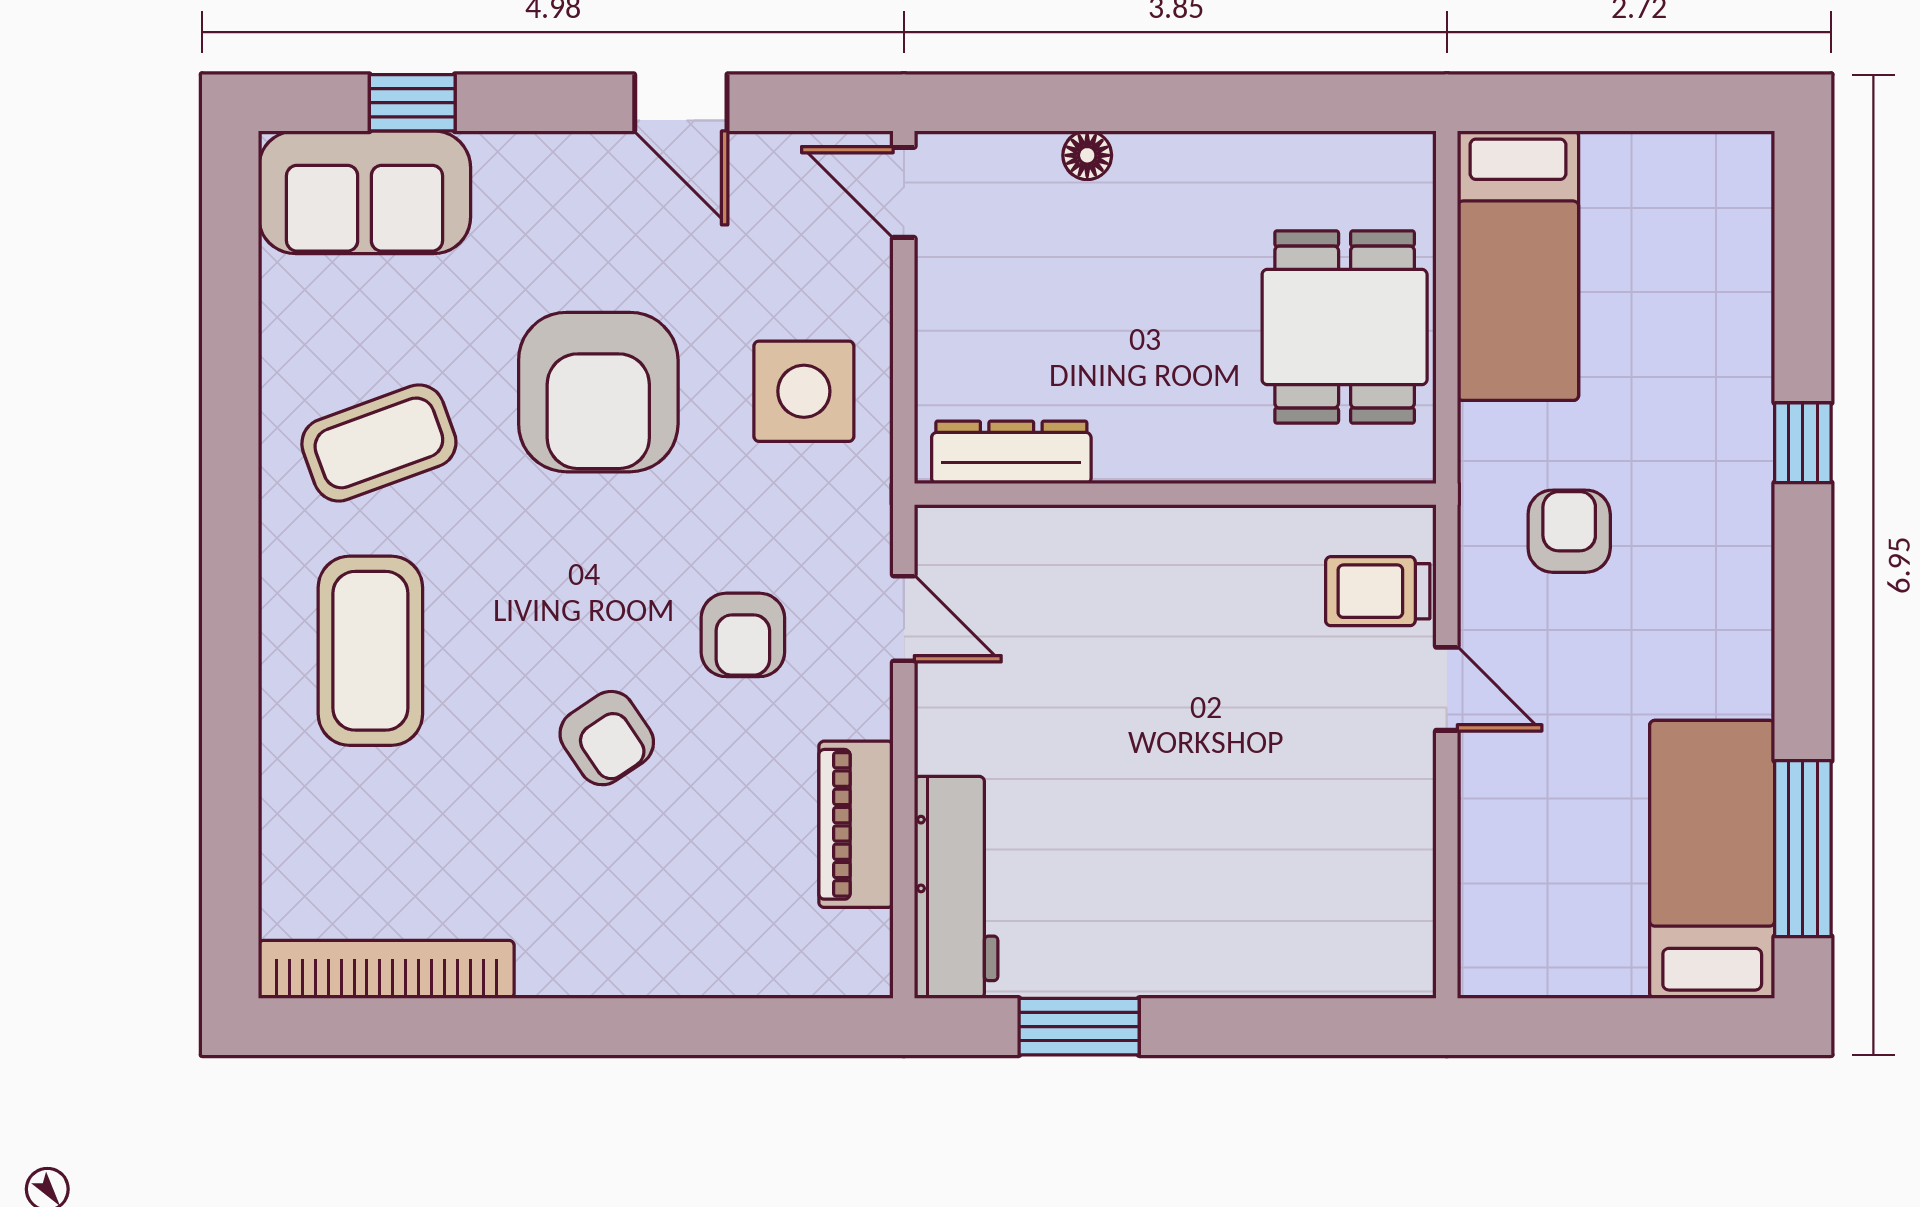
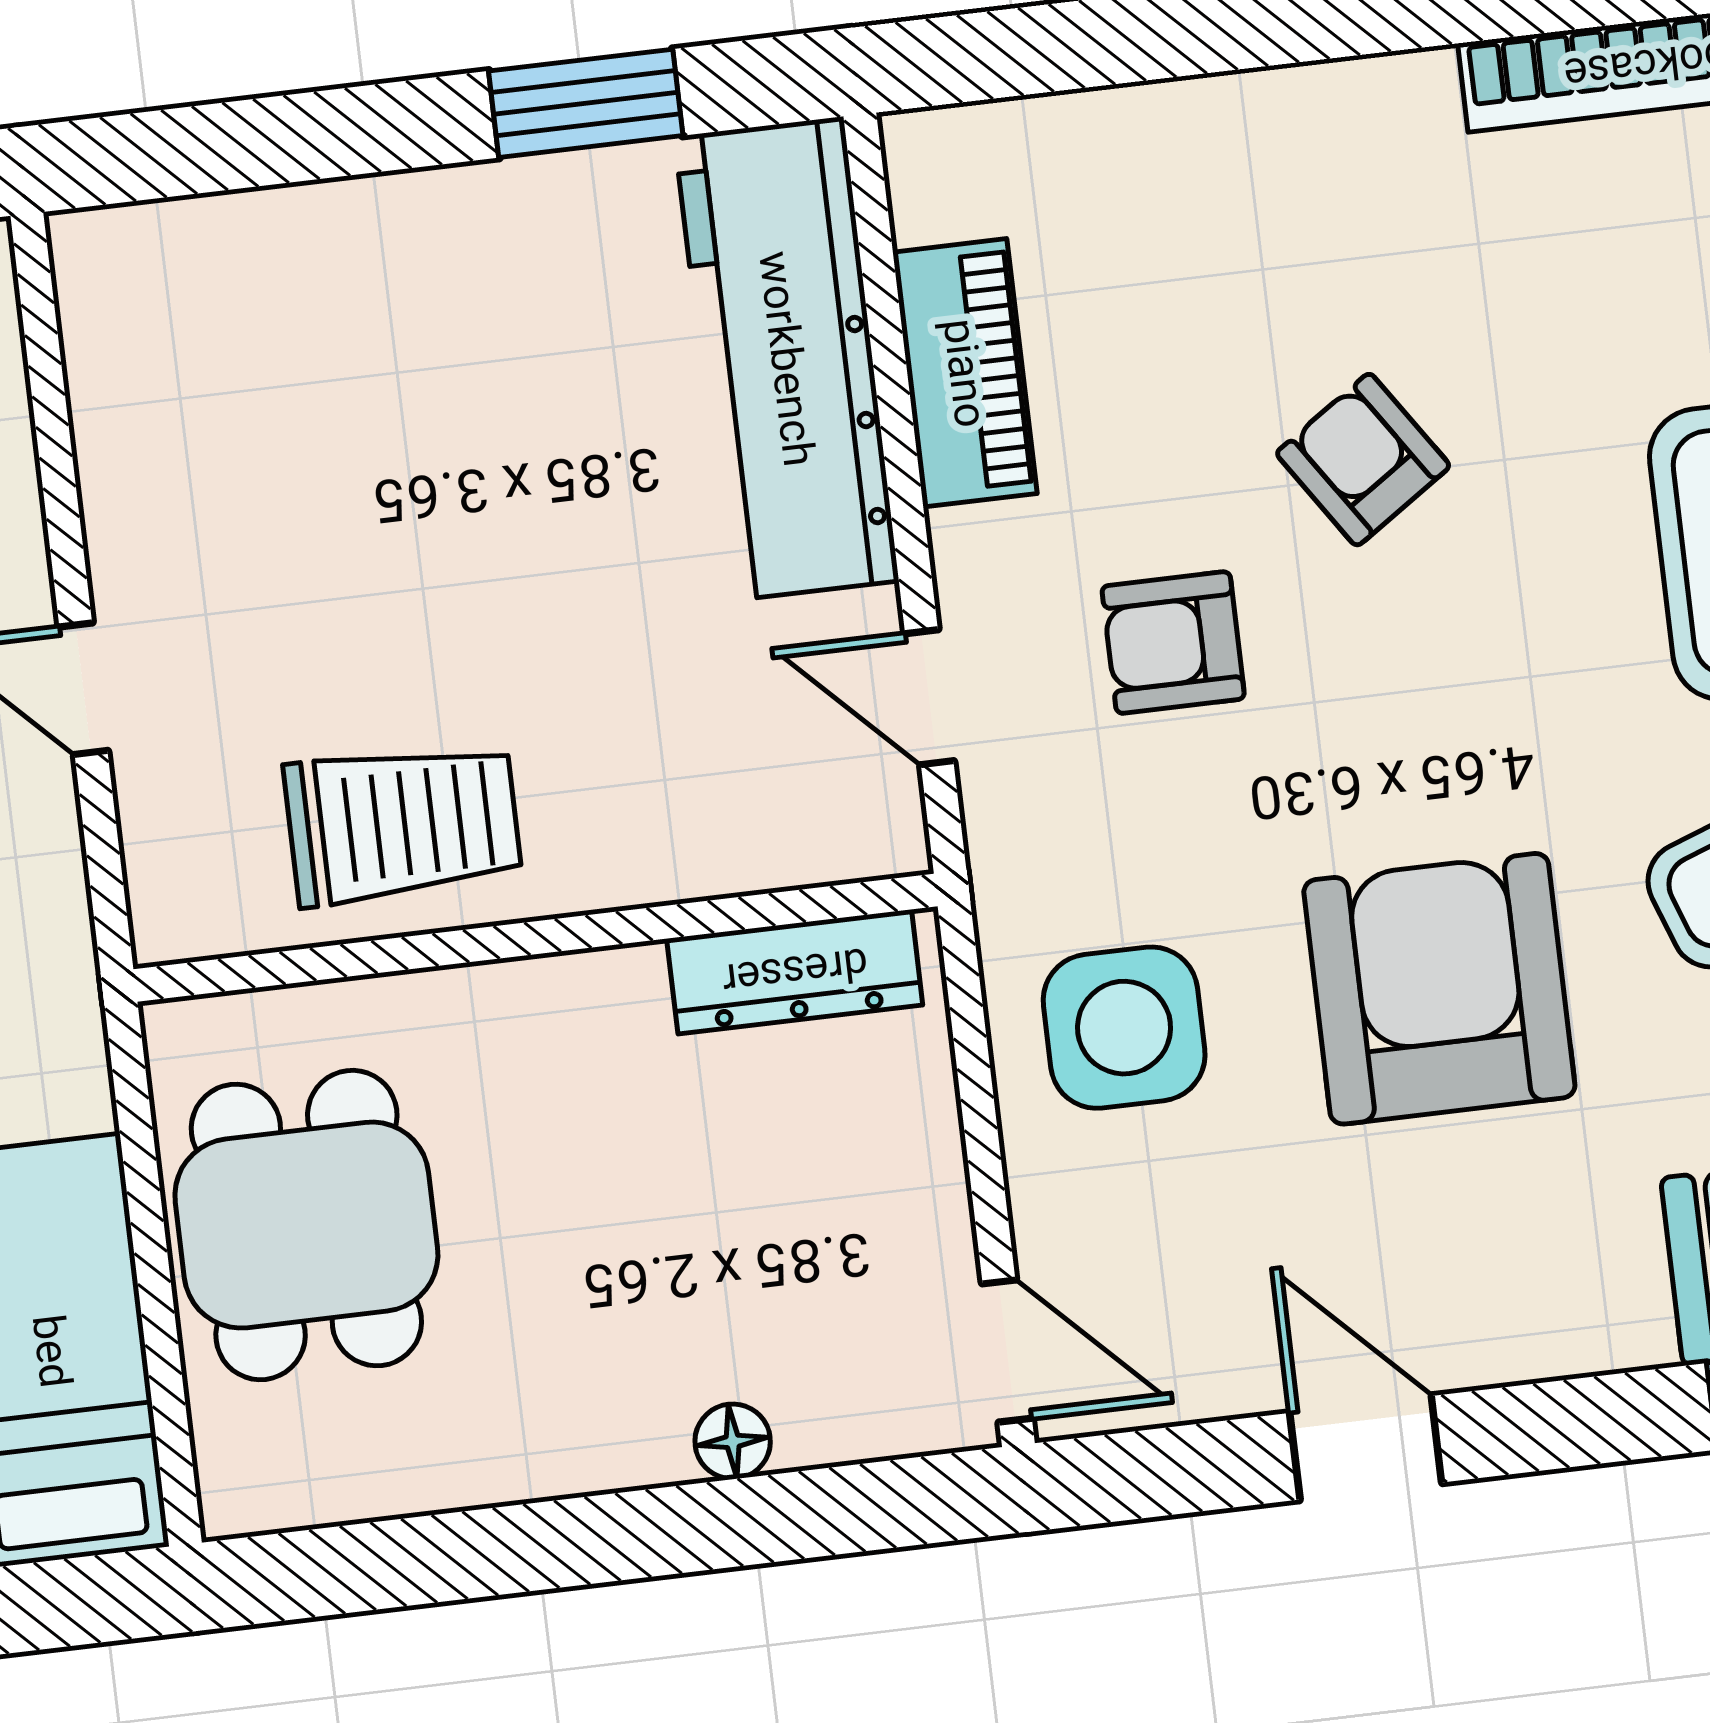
trolley: (1378, 591) -> (403, 823), moved, width x1.36, depth x1.39
armchair: (743, 635) -> (1173, 643), turned -90
workbench: (956, 887) -> (787, 359), width x1.36, depth x1.32

